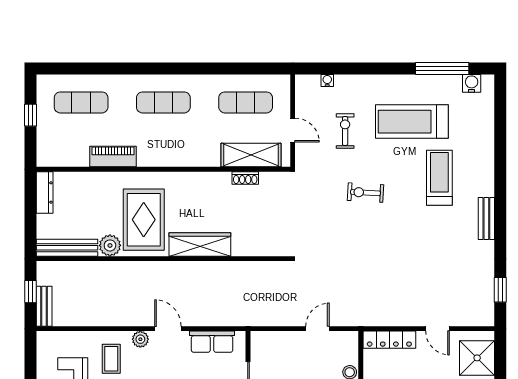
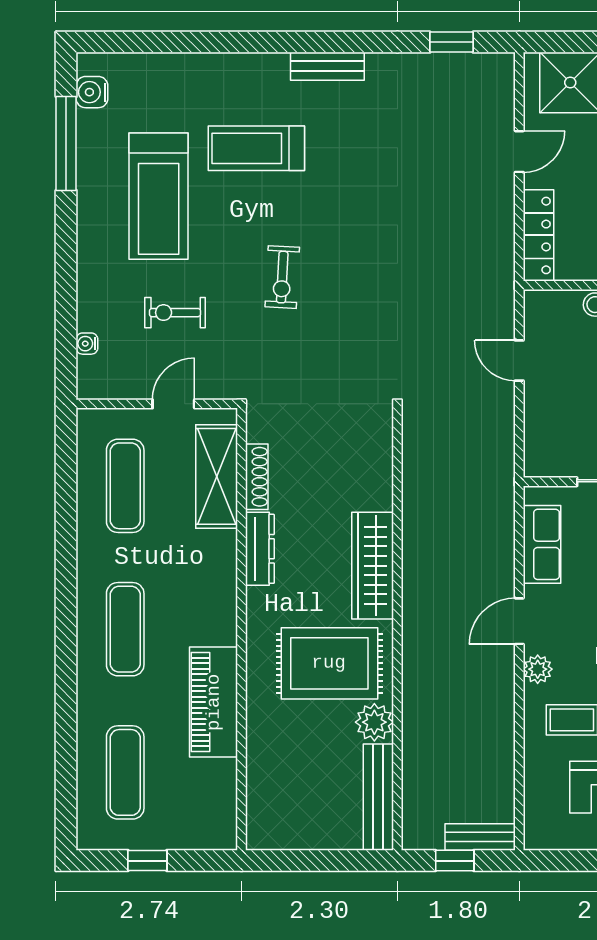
piano: (113, 157) -> (214, 702), width x1.37, depth x1.33
shoe rack: (245, 178) -> (257, 477), width x1.43
dresser: (45, 193) -> (260, 549), moved, turned 90

